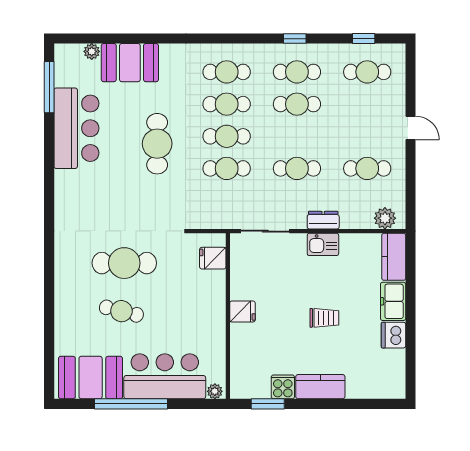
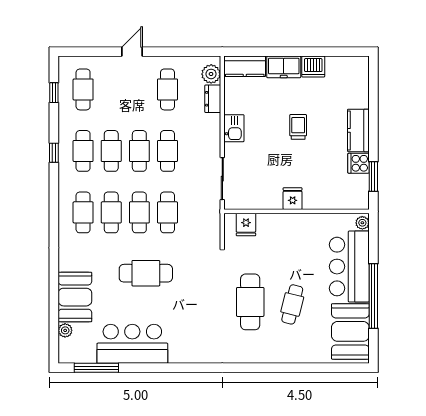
cafe table: (297, 136) -> (139, 151), added
dresser: (323, 220) -> (213, 99), moved

